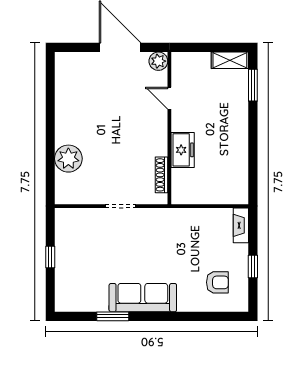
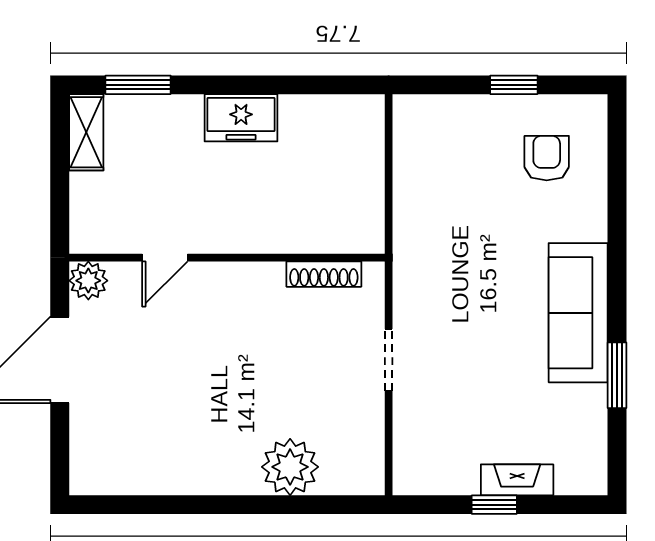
freezer: (183, 150) -> (241, 118), moved, turned 180
fireplace: (241, 225) -> (517, 480), moved, turned 180

